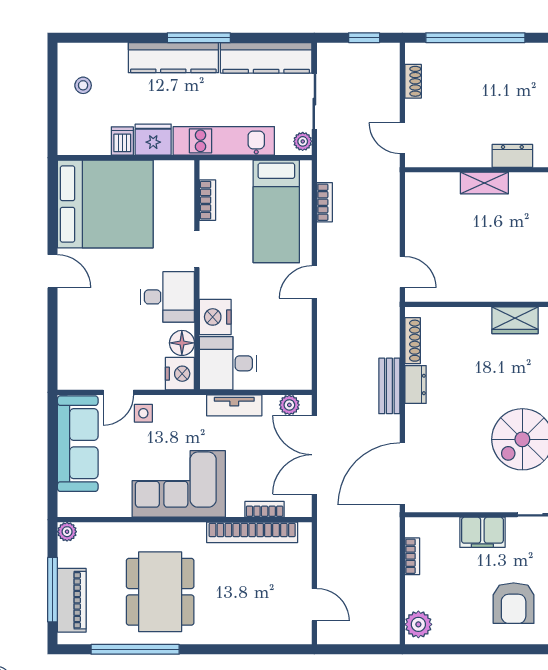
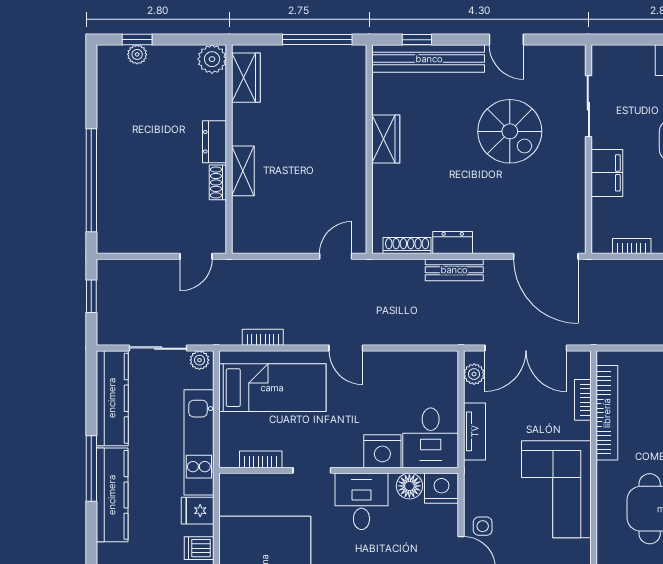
shoe rack: (413, 81) -> (218, 182), moved, turned -90
fridge: (153, 140) -> (198, 511), width x0.72

